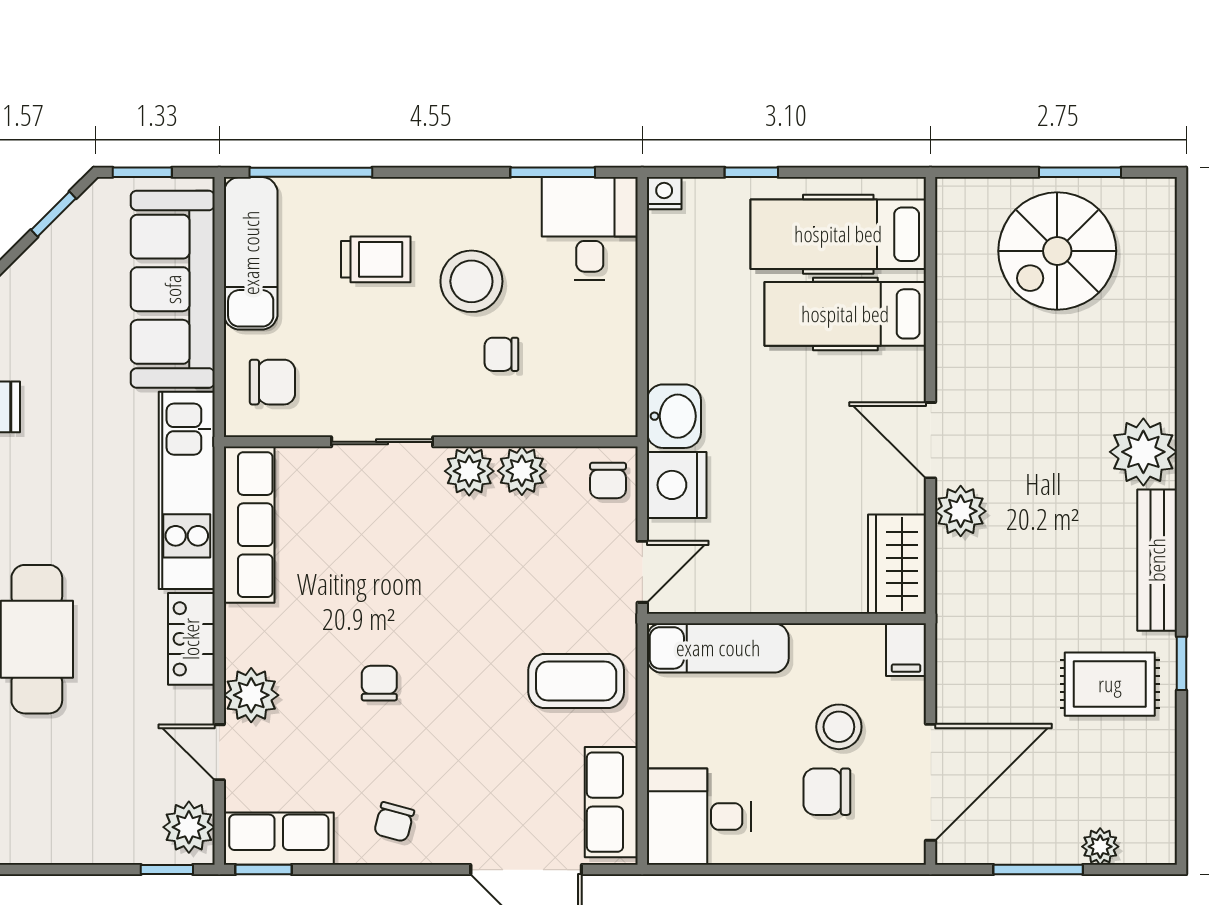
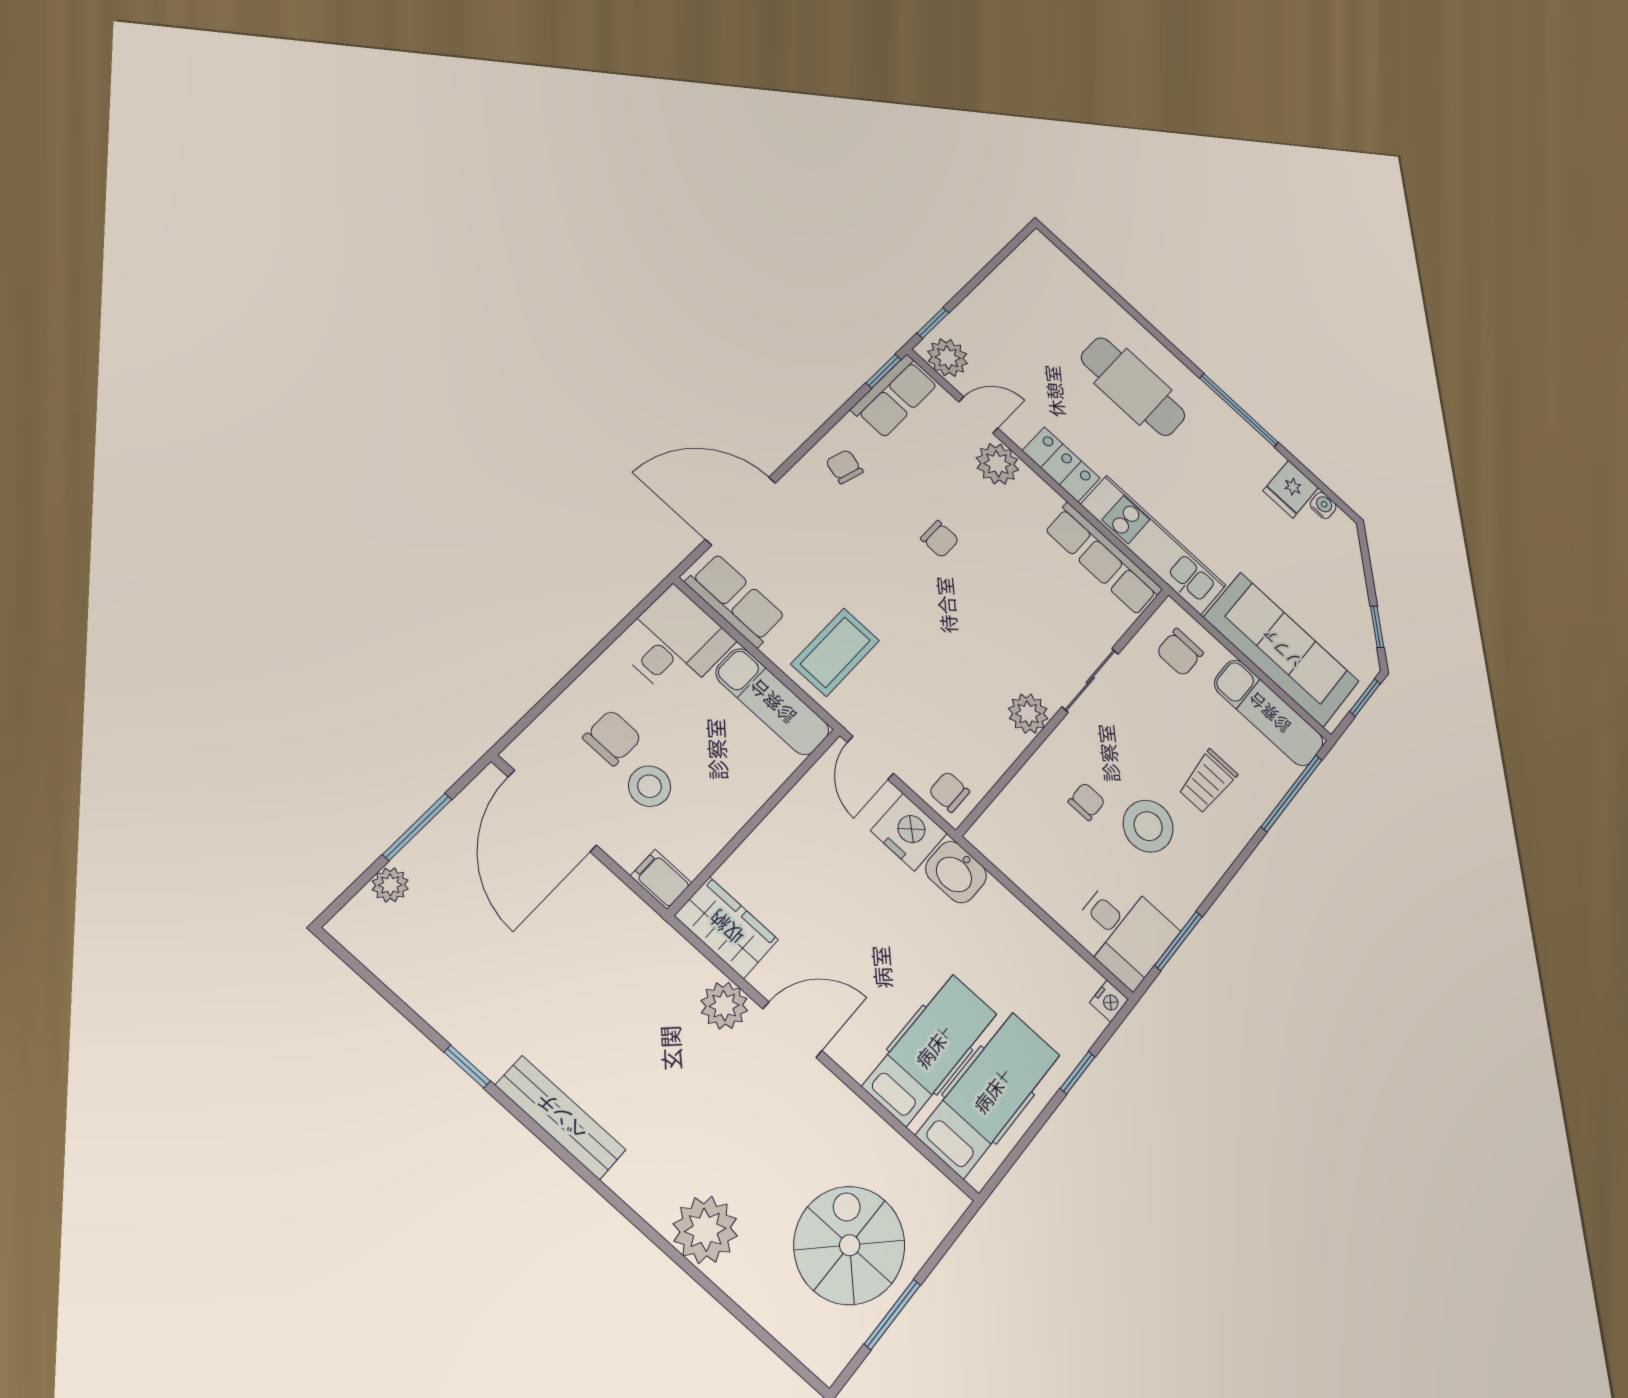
plant: (1143, 452) -> (705, 1230), moved
plant: (522, 471) -> (1001, 745), removed
exam couch: (718, 648) -> (772, 702), moved, turned -90
rug: (1110, 684) -> (502, 1000), removed

